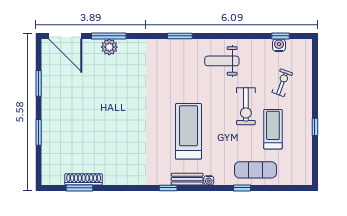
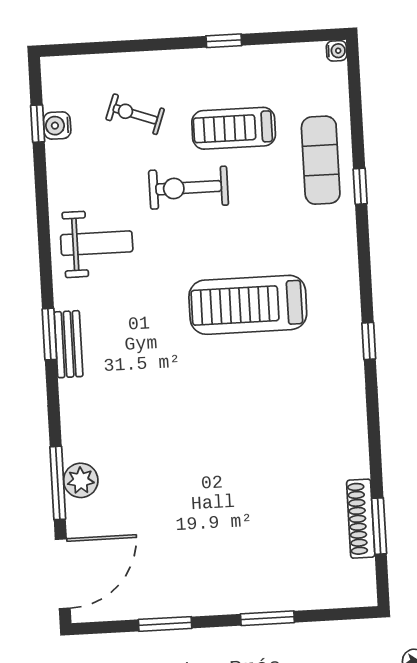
weight bench: (222, 61) -> (97, 243), turned -90
exercise bike: (246, 106) -> (189, 188), turned 180
bench: (187, 179) -> (69, 344), moved
water cooler: (209, 180) -> (337, 51), moved

